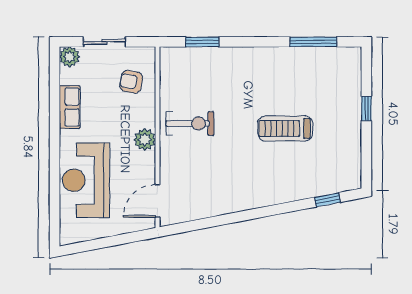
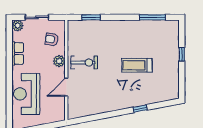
plant: (145, 140) -> (59, 61), moved
window: (327, 200) -> (140, 109), moved
door: (158, 201) -> (66, 87), moved

